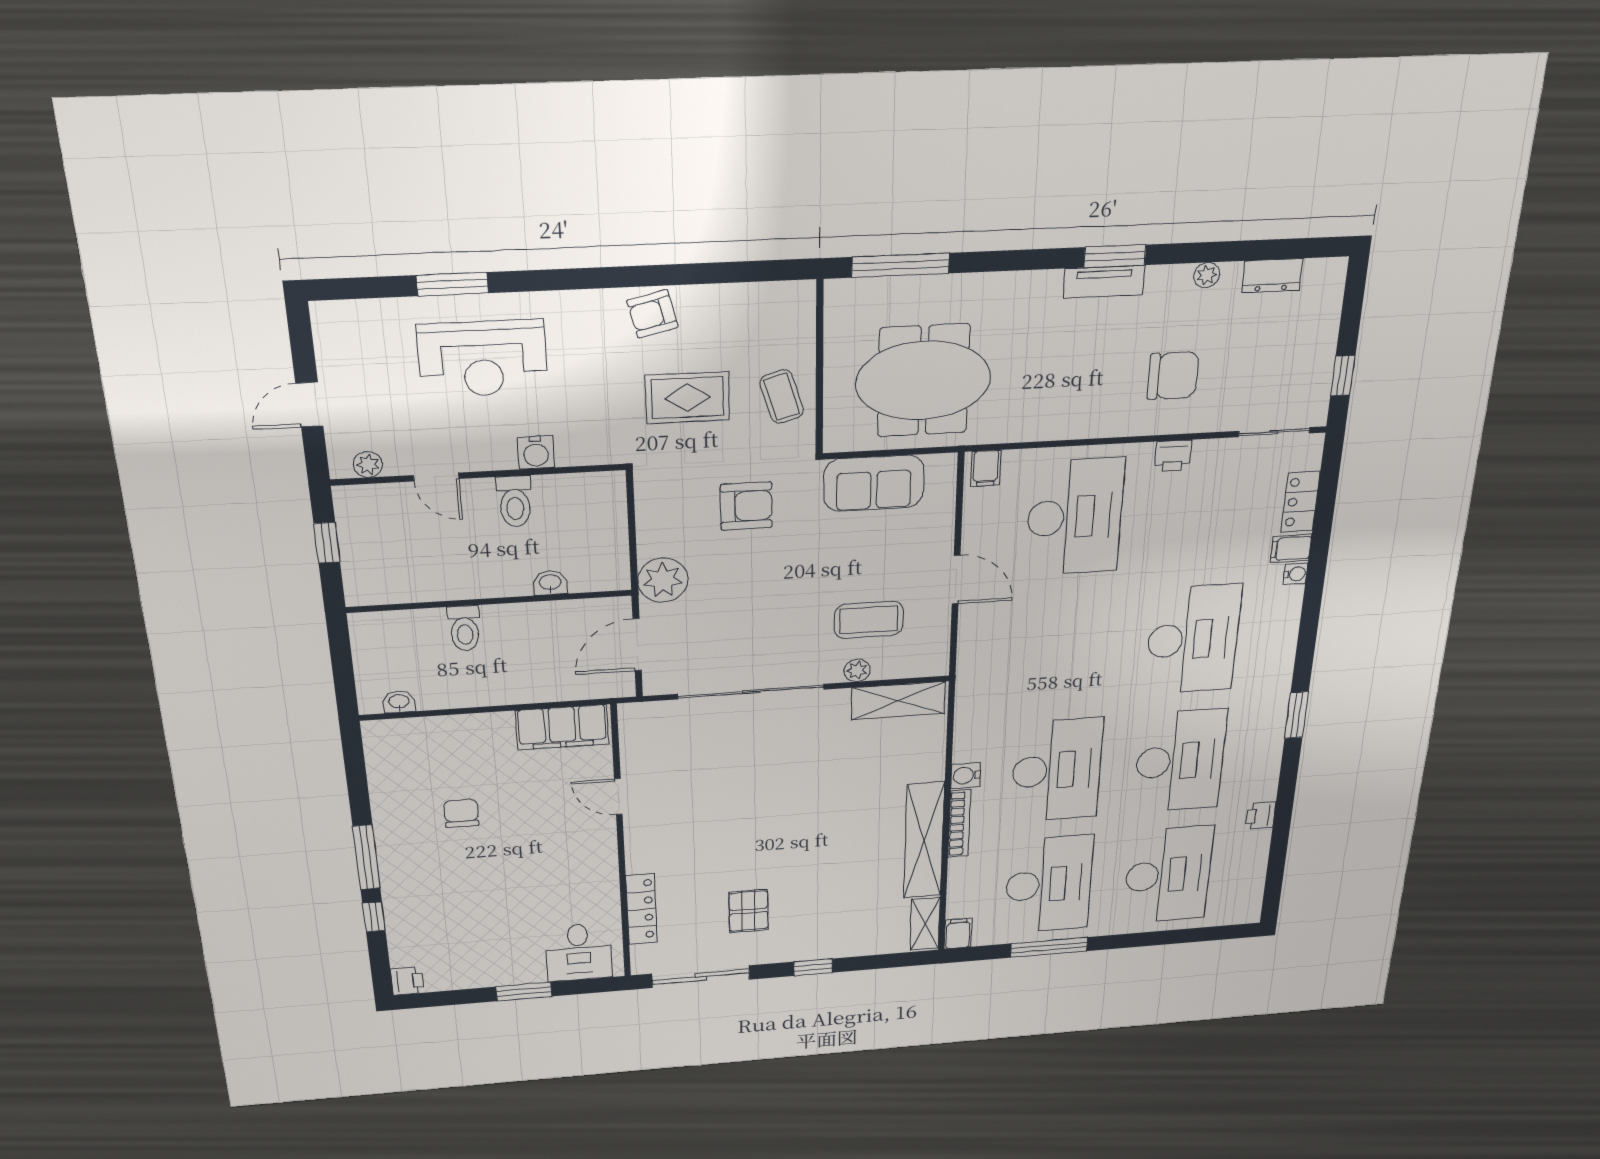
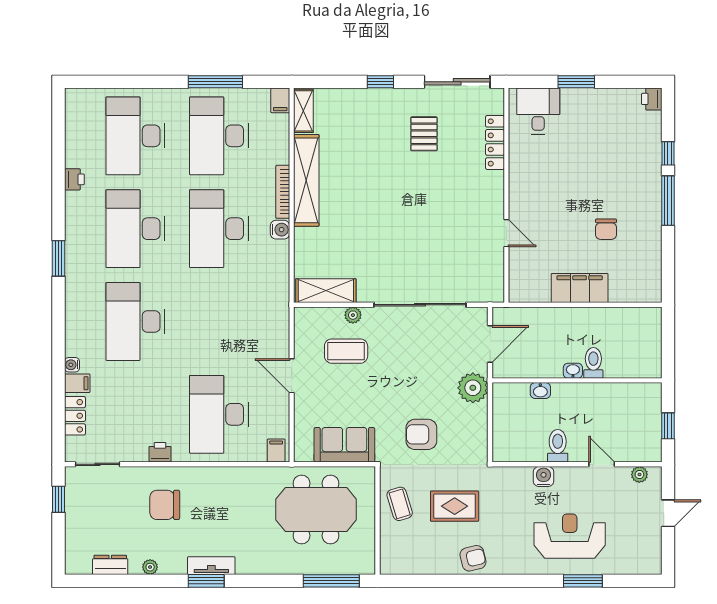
washbasin: (399, 702) -> (573, 371), moved, turned 180
filing cabinet: (562, 727) -> (580, 288), moved

